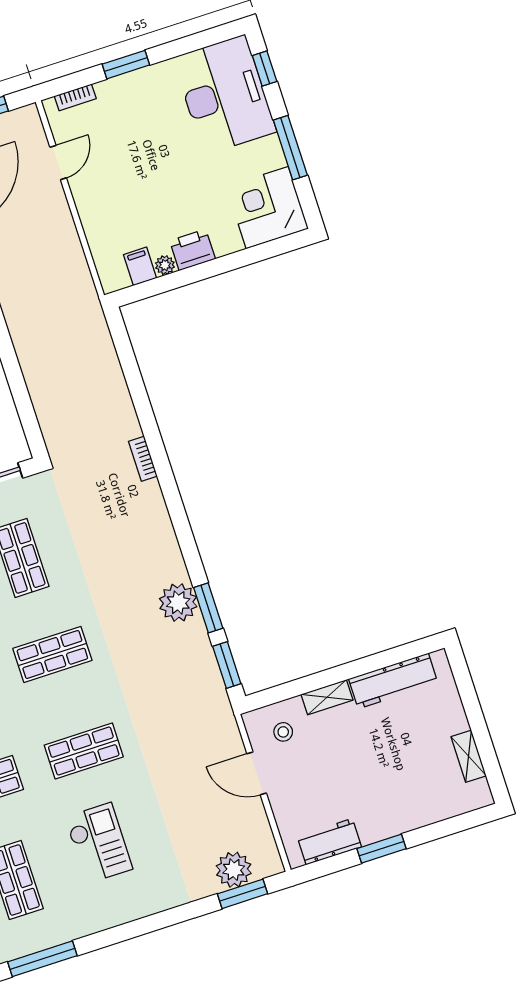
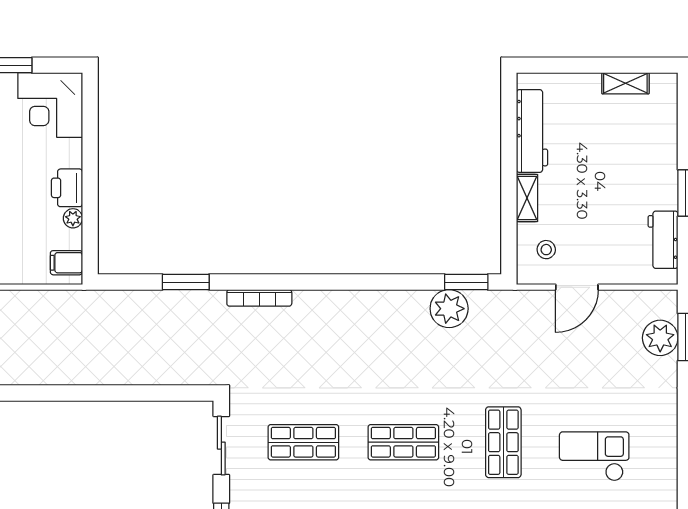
filing cabinet: (140, 266) -> (66, 263), moved
bookcase: (143, 459) -> (259, 298), width x1.56
plant: (178, 603) -> (449, 309), moved
window: (208, 608) -> (186, 282), moved
shop shelf: (52, 654) -> (403, 442), turned 90

